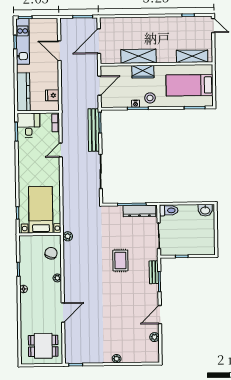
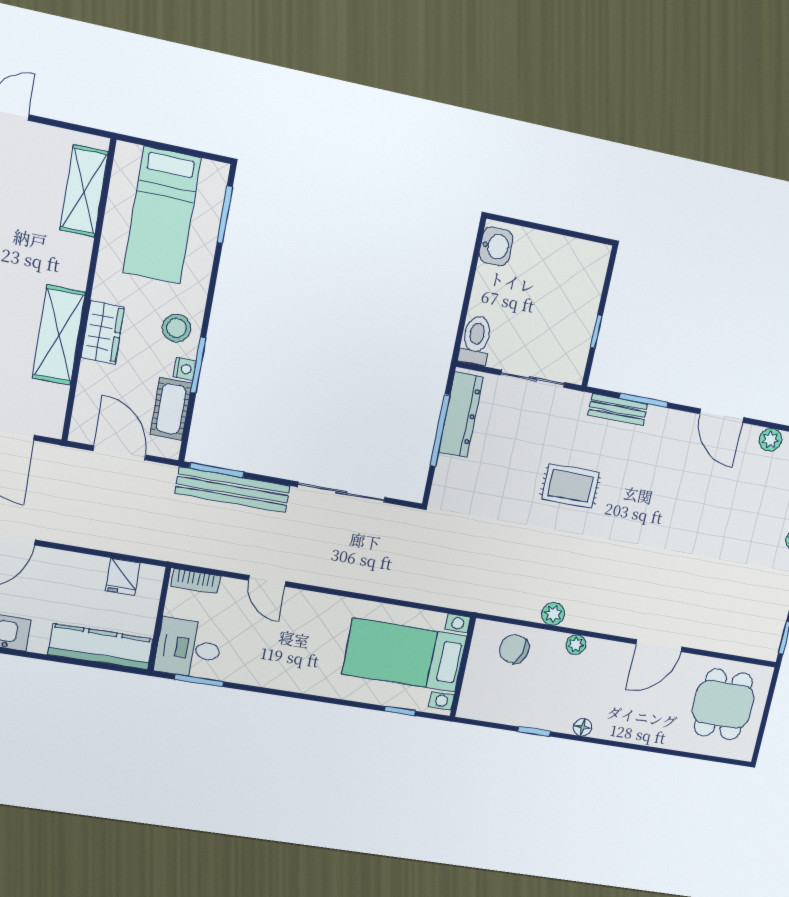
cot: (120, 101) -> (171, 409), added
plant: (68, 236) -> (553, 614), moved
door: (63, 312) -> (659, 646), swing flipped

